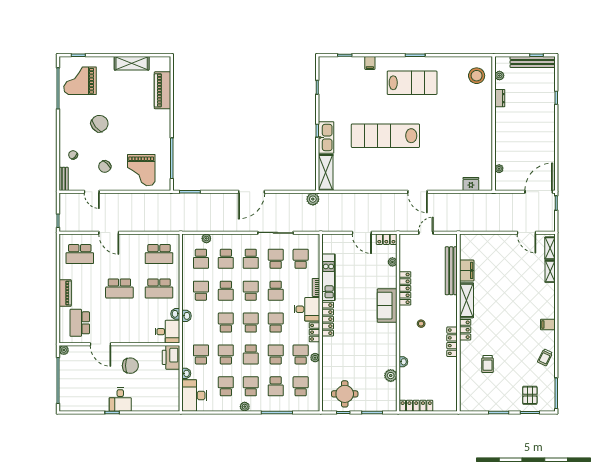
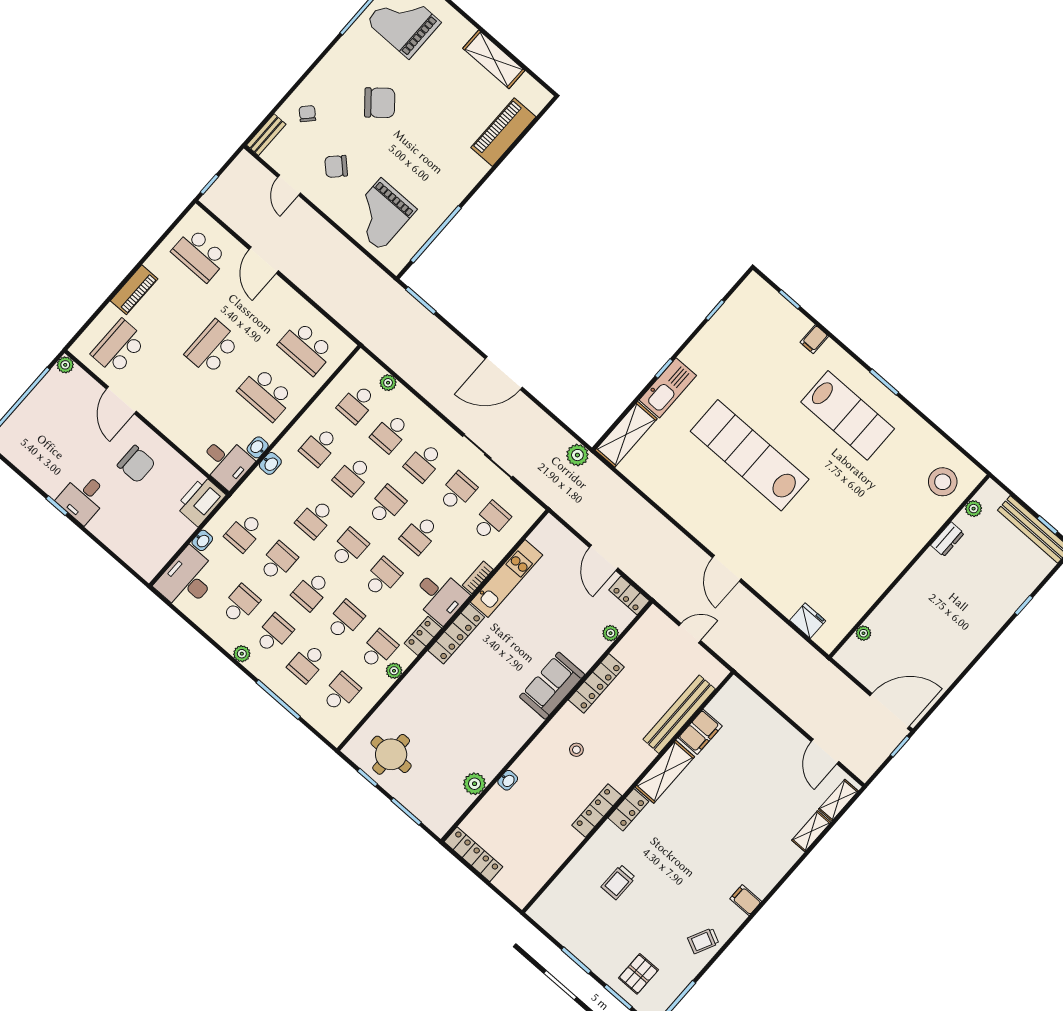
school desk: (119, 288) -> (212, 348), turned 90
school desk: (201, 291) -> (319, 446), turned 180
school desk: (226, 323) -> (315, 519), turned 180
school desk: (201, 354) -> (244, 532), turned 180

